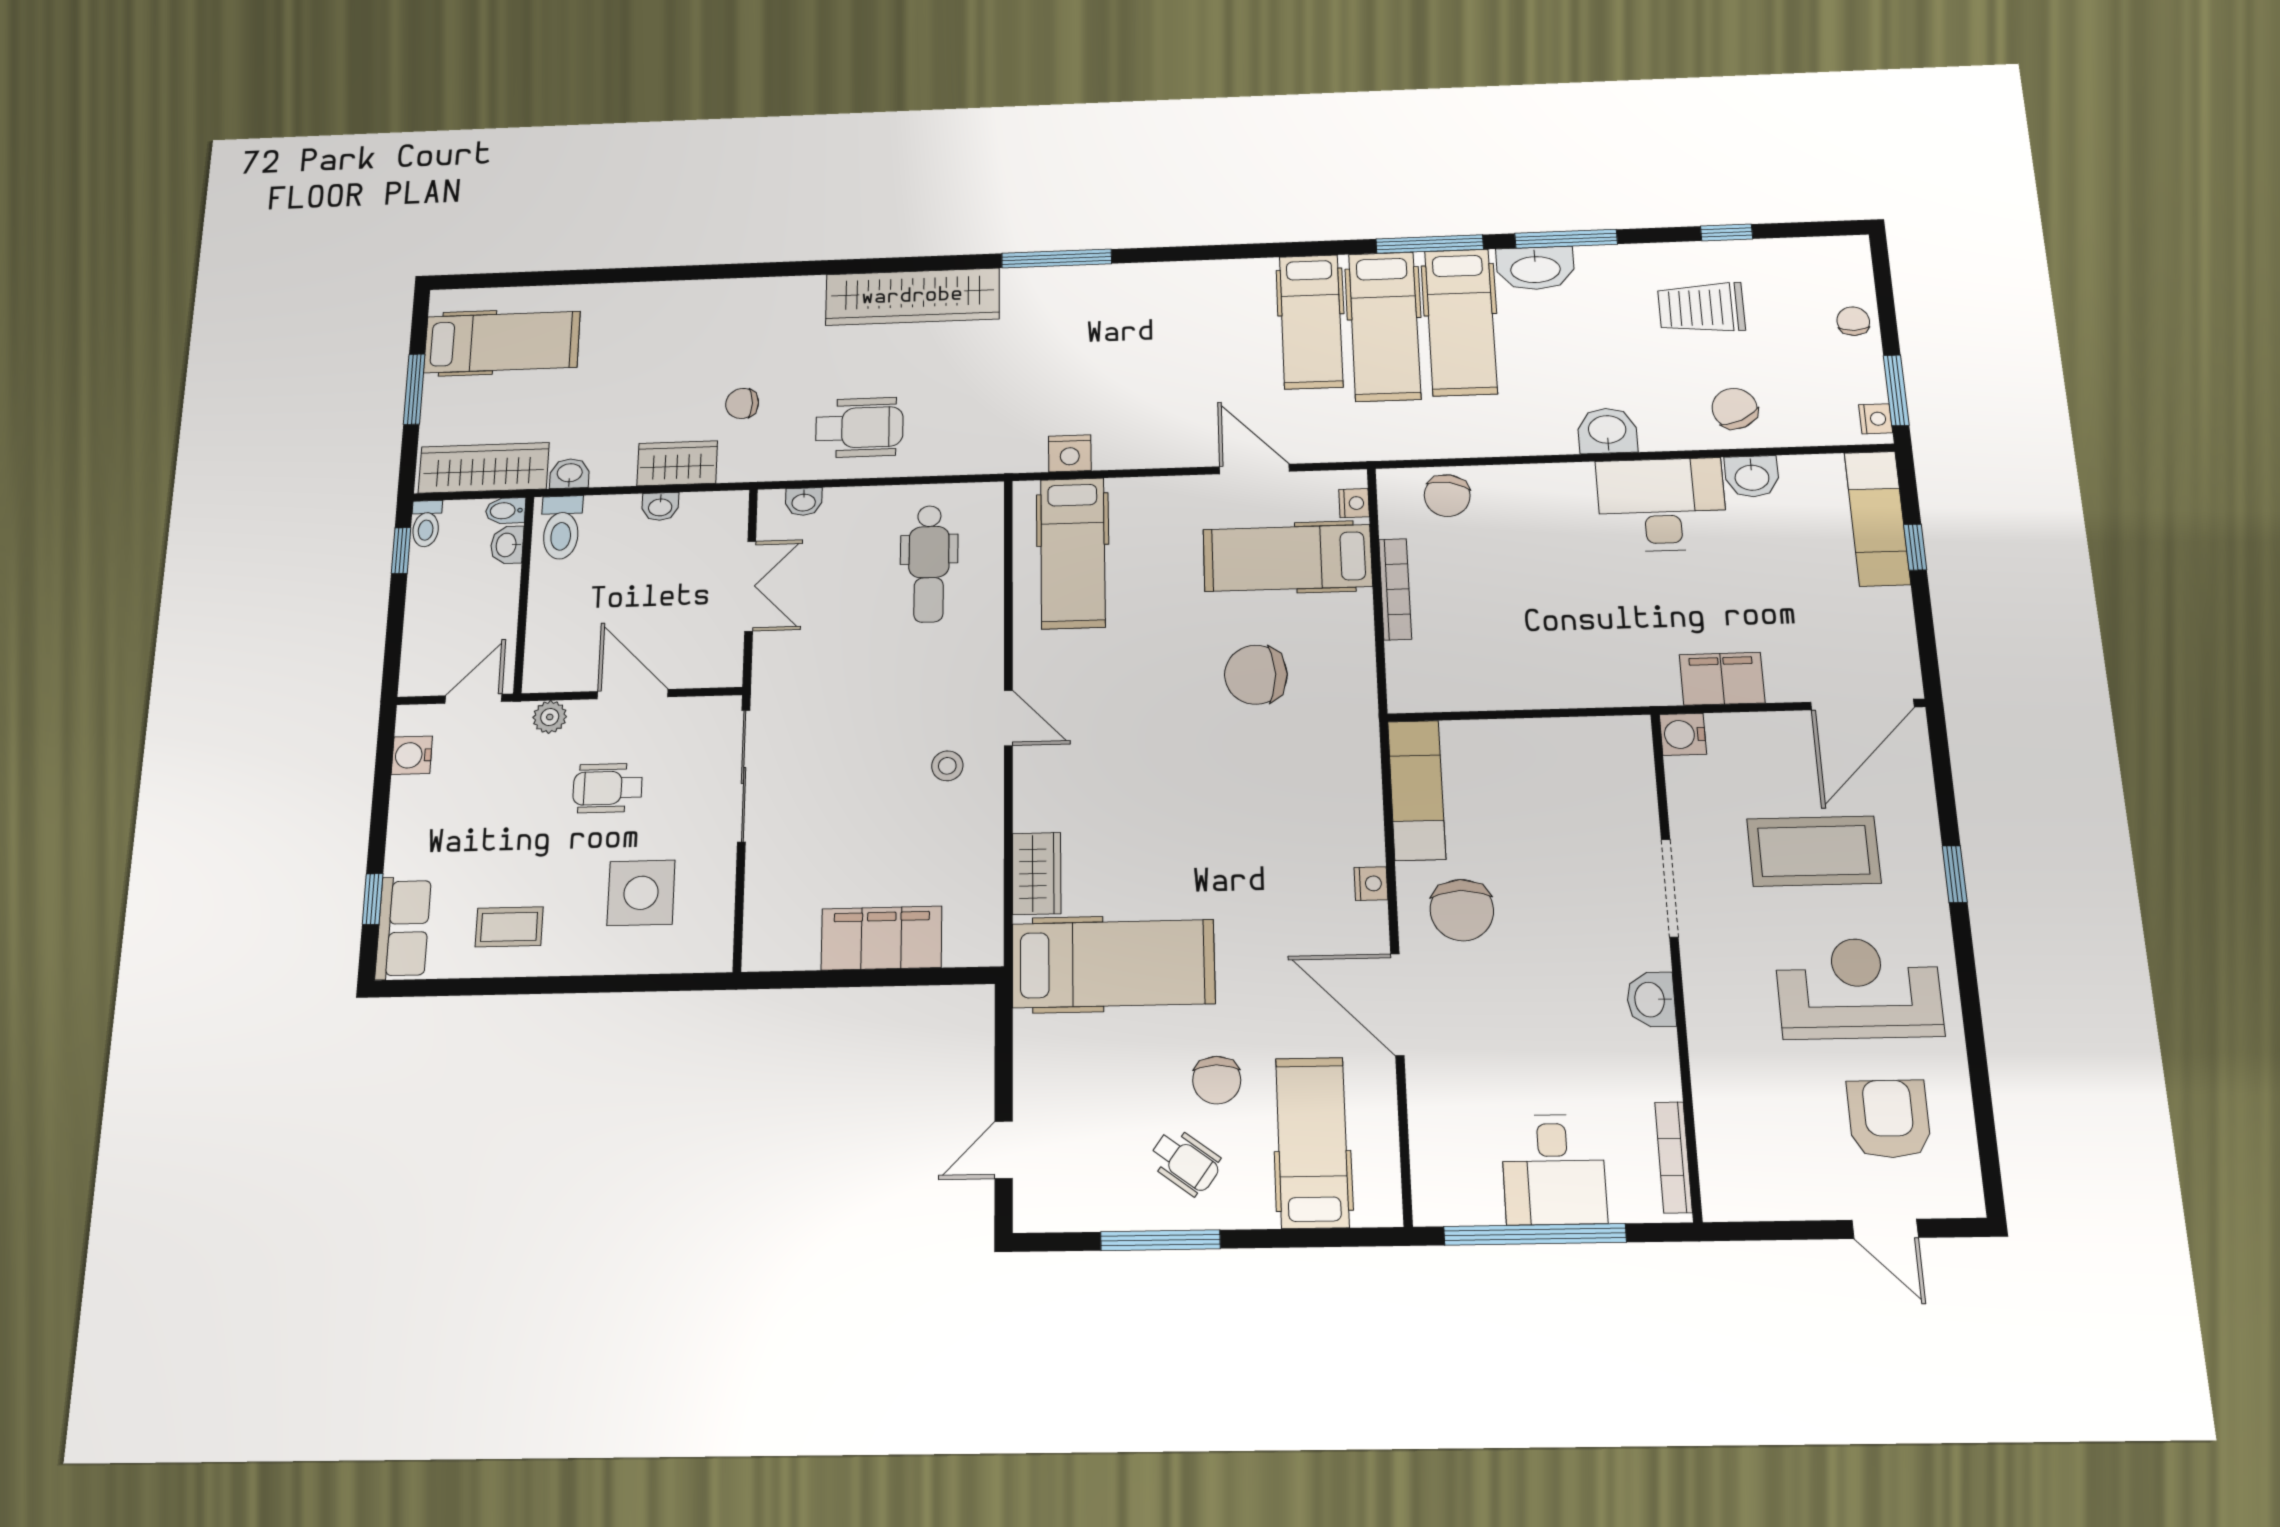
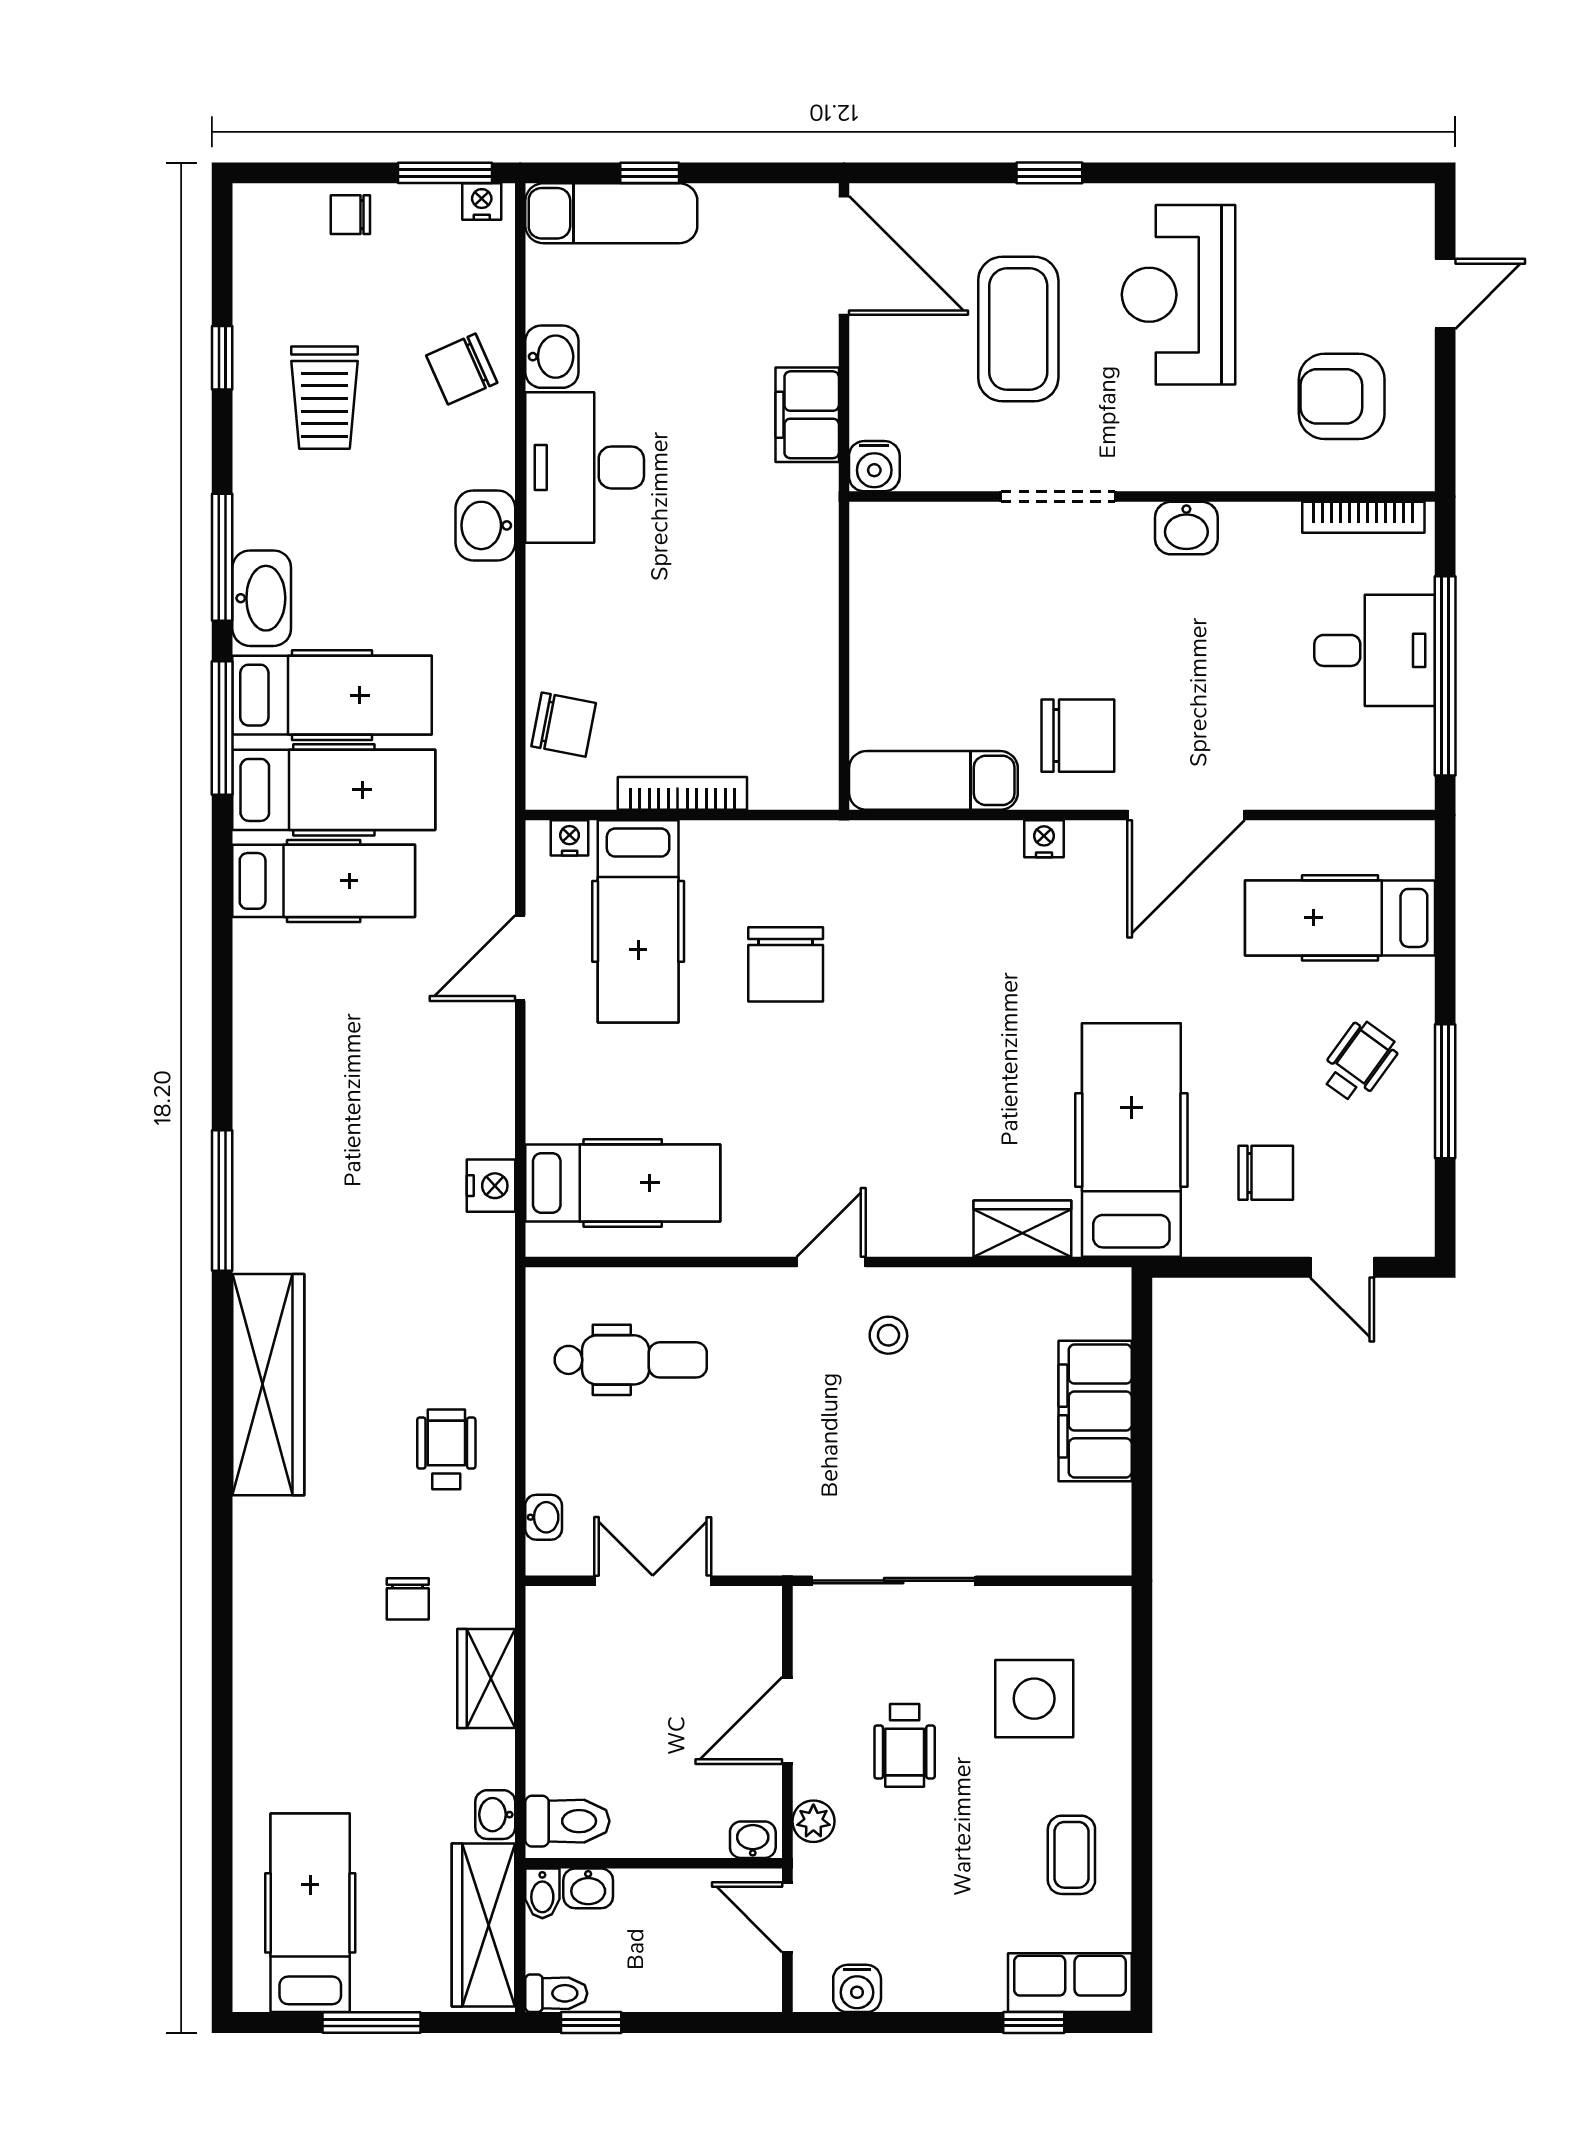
wheelchair: (859, 428) -> (446, 1449), width x0.73, depth x0.73
washbasin: (660, 507) -> (753, 1840), moved, turned -90
chair: (1217, 1080) -> (1266, 1173), moved
armchair: (1889, 1119) -> (1342, 396), moved

